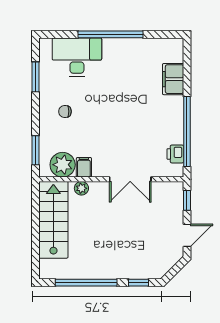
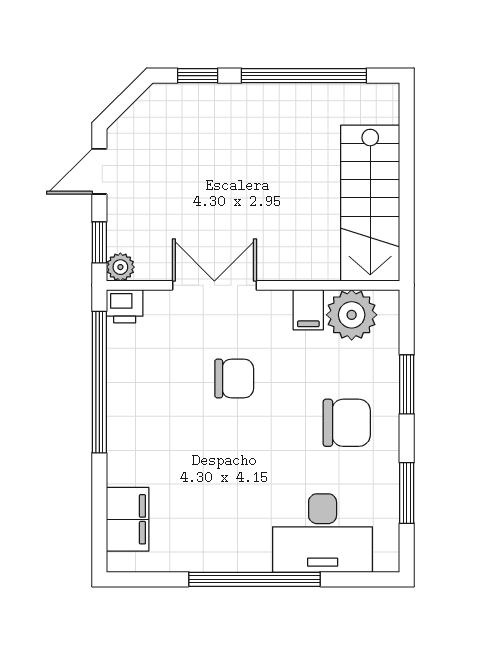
filing cabinet: (173, 79) -> (128, 519), moved
chair: (65, 111) -> (347, 423), width x1.87, depth x1.87
chair: (120, 133) -> (234, 378), added
window: (35, 150) -> (407, 384), moved
printer: (175, 154) -> (125, 306), moved, turned 90
plant: (81, 188) -> (120, 267), moved

